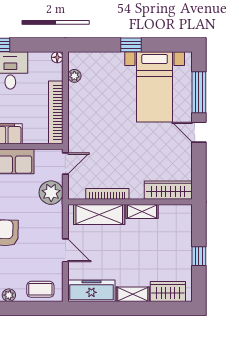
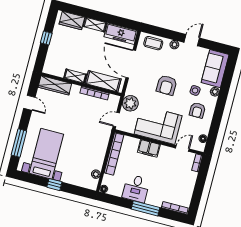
door: (199, 132) -> (29, 103), moved
door: (65, 250) -> (131, 64), width x1.87

